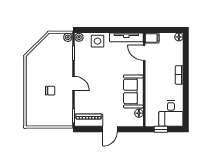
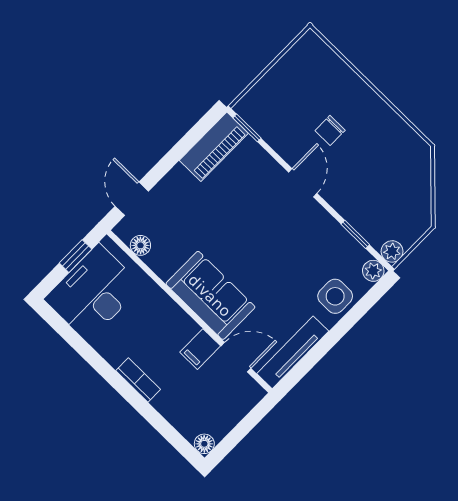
filing cabinet: (152, 38) -> (200, 349), moved
door: (73, 84) -> (303, 183), swing flipped
sofa: (133, 91) -> (210, 295), moved
desk: (171, 113) -> (93, 293), width x1.37
door: (110, 129) -> (132, 199), moved

